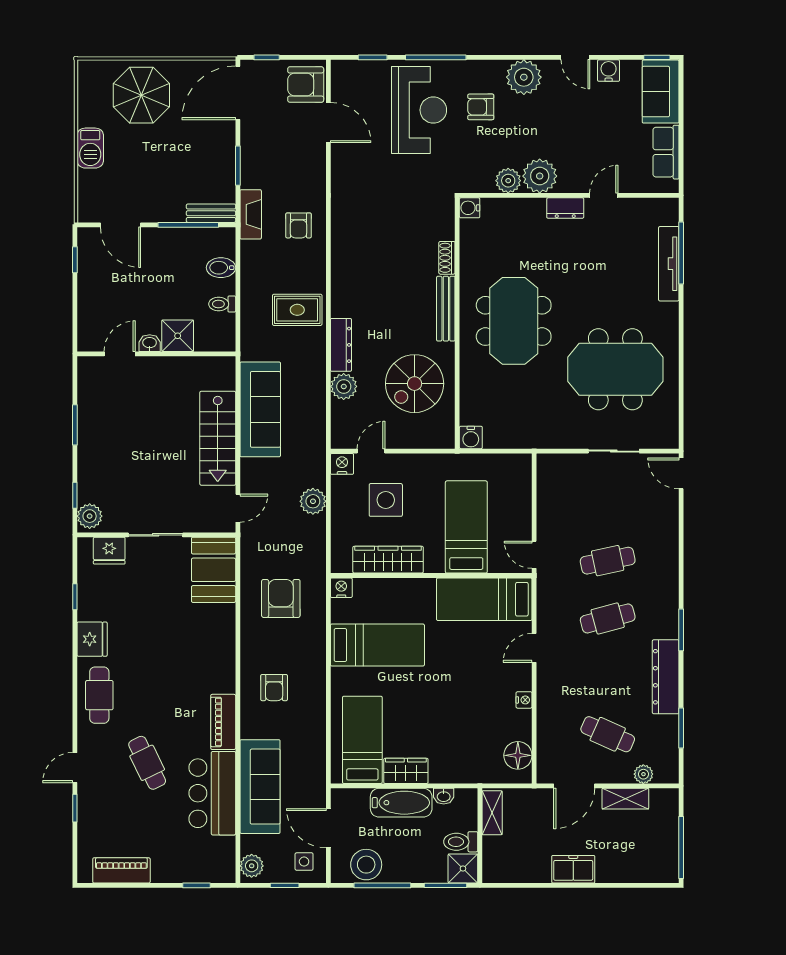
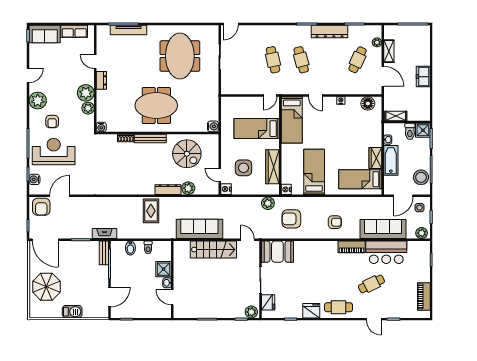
water cooler: (609, 71) -> (34, 179), moved
armchair: (298, 225) -> (110, 210), removed
plant: (313, 501) -> (268, 203), moved

